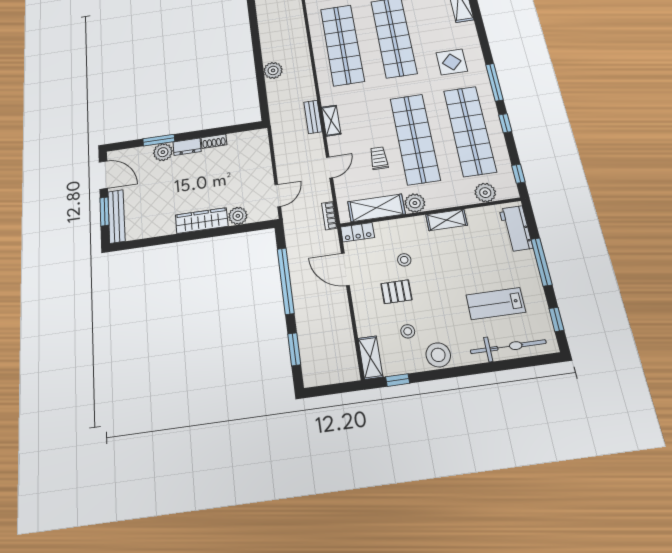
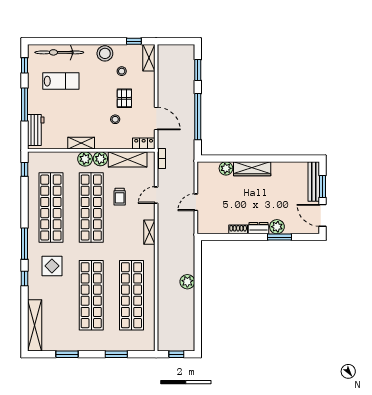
bench: (313, 117) -> (162, 237), removed
window: (505, 123) -> (25, 278), moved
plant: (485, 193) -> (85, 159), moved
door: (278, 196) -> (196, 202), moved
pallet: (396, 292) -> (124, 98), turned 90

